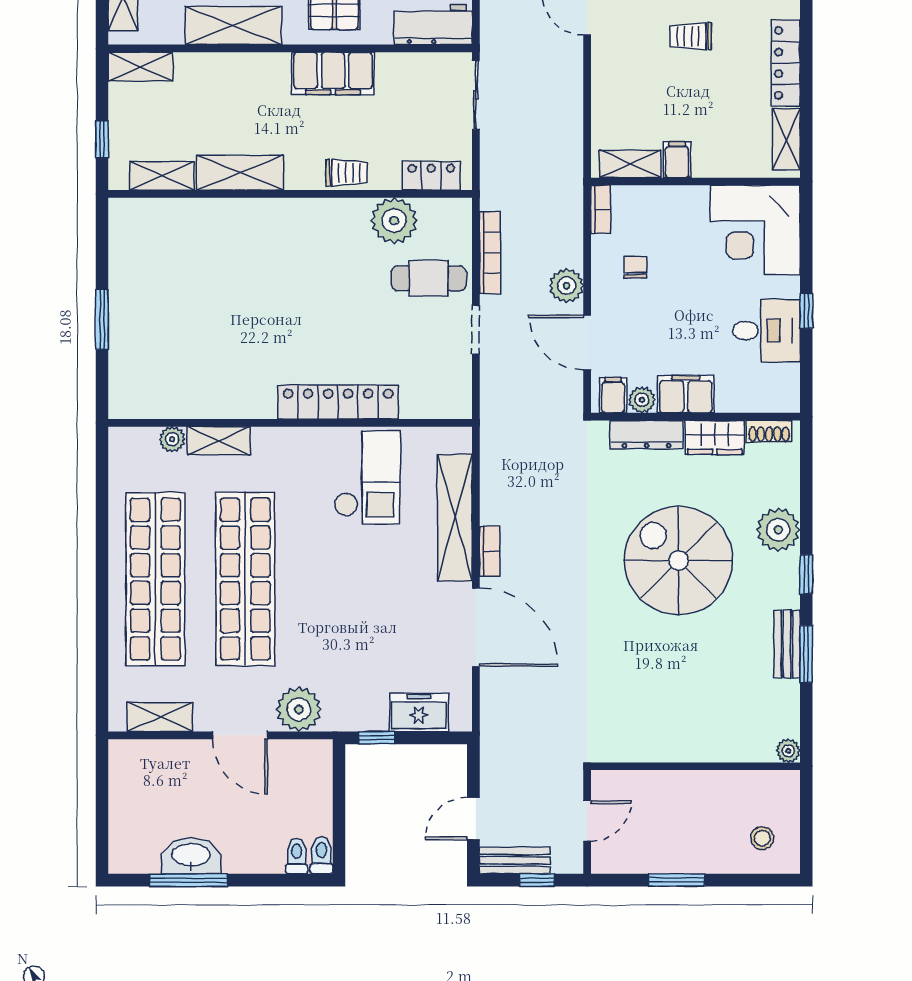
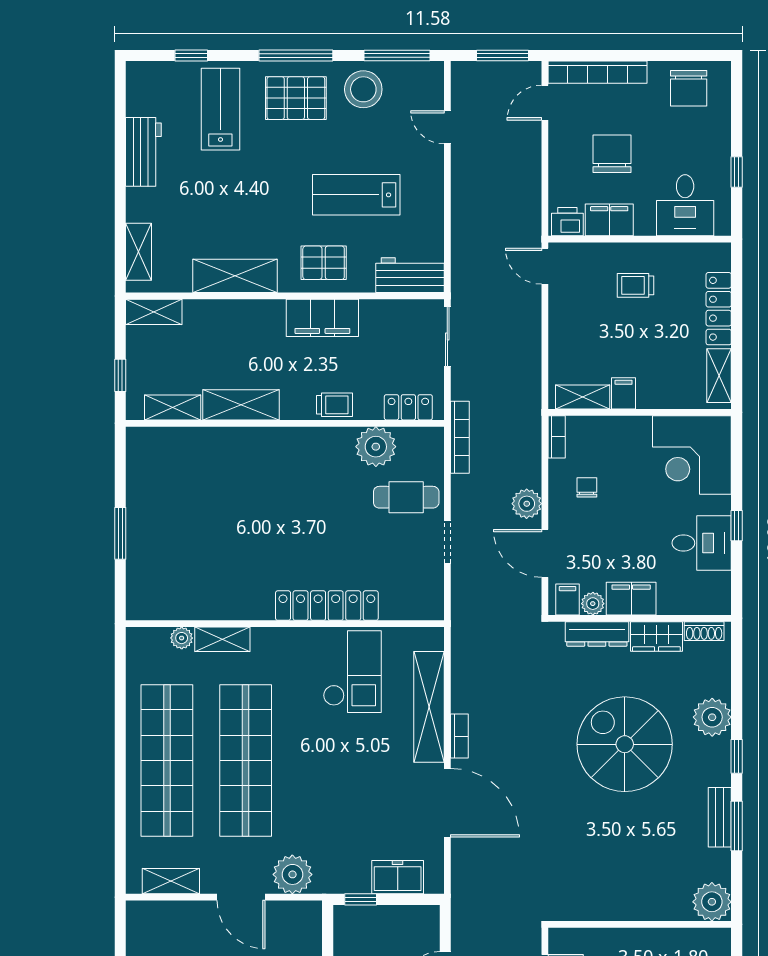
bookcase: (490, 253) -> (460, 437), moved
plant: (788, 751) -> (712, 902), width x1.88, depth x1.88

